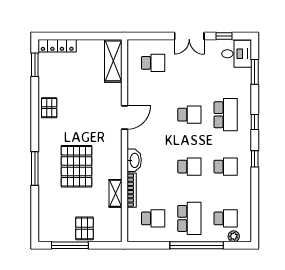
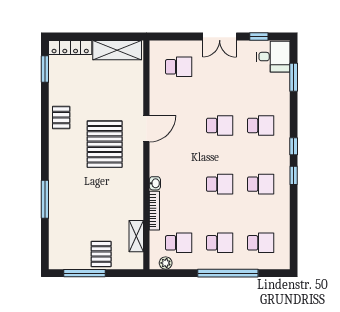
shelving: (113, 61) -> (117, 50), moved, turned 90
school desk: (226, 115) -> (261, 125), width x0.54
window: (255, 122) -> (294, 146), moved
washbasin: (134, 160) -> (155, 183), width x0.52, depth x0.69
pallet: (77, 166) -> (105, 144), moved
window: (35, 169) -> (45, 199), moved
shelving: (116, 193) -> (136, 236), moved
school desk: (189, 218) -> (220, 243), width x0.54
plant: (234, 236) -> (166, 263), moved

